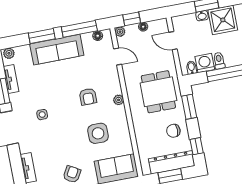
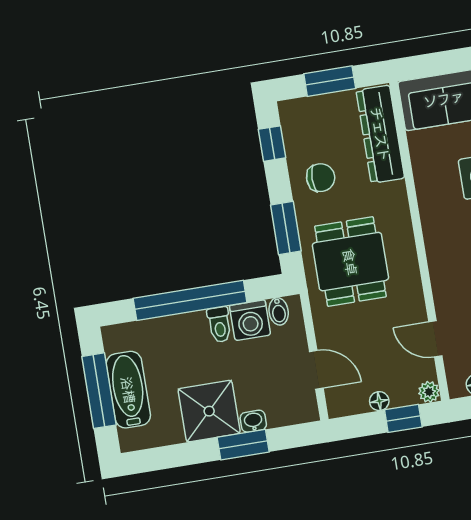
plant: (119, 100) -> (436, 246), removed
dresser: (172, 162) -> (380, 134), moved, turned 90

